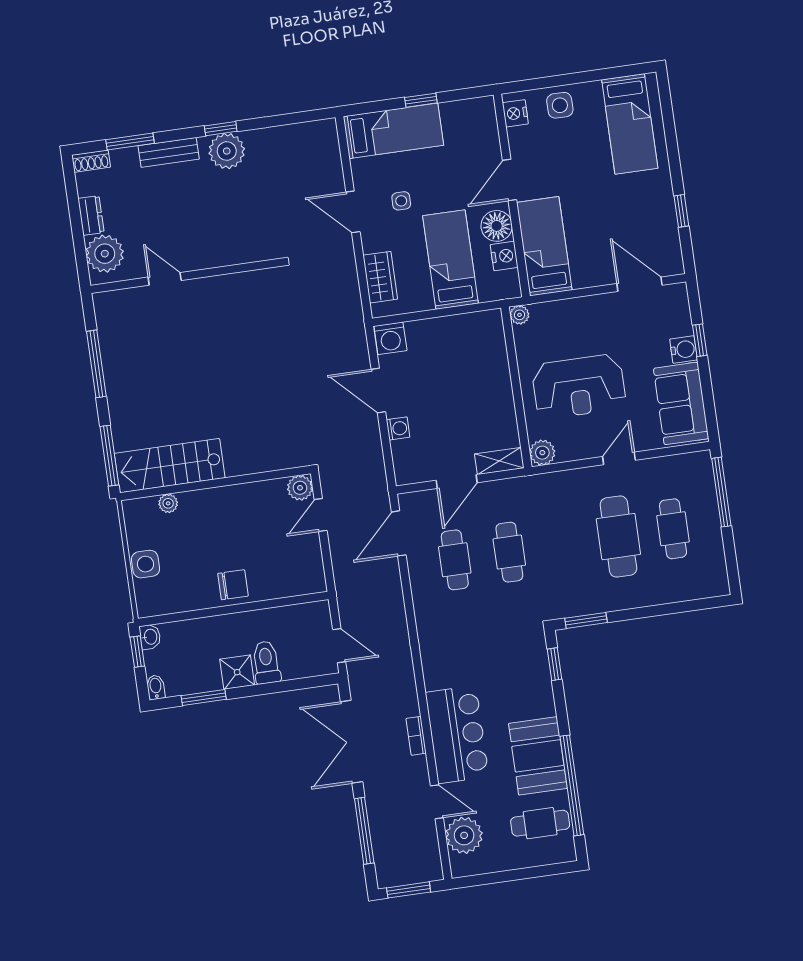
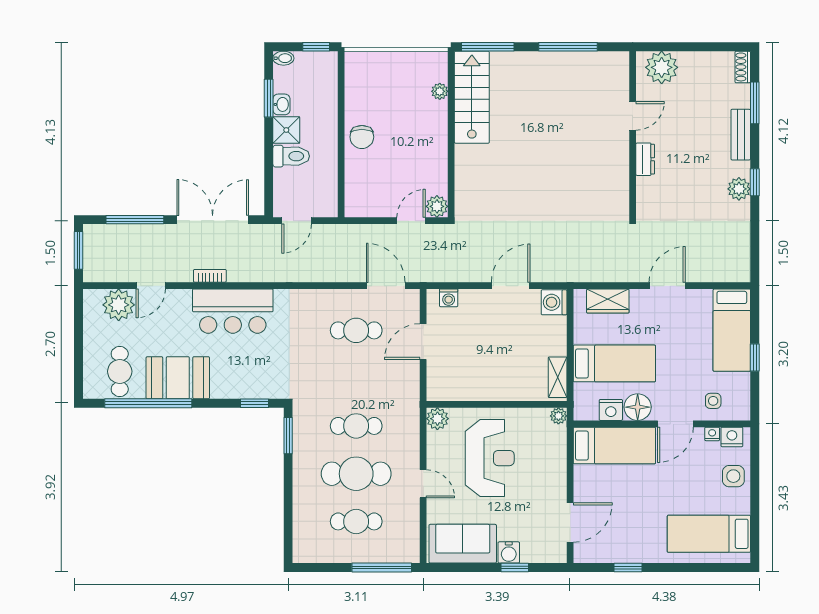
nightstand: (515, 136) -> (712, 434), added
plant: (227, 151) -> (739, 189), width x0.73, depth x0.73
door: (510, 180) -> (675, 424), swing flipped
side table: (401, 201) -> (713, 401), moved
dresser: (91, 215) -> (645, 159), moved, turned -90
reception desk: (579, 387) -> (490, 458), turned 180
washing machine: (398, 428) -> (449, 298), moved
shelving: (499, 461) -> (558, 377), moved
door: (457, 482) -> (423, 342), hinge flipped
door: (321, 515) -> (411, 221), hinge flipped
cafe table: (509, 552) -> (356, 426), moved
side table: (145, 564) -> (390, 64), removed
washbasin: (150, 637) -> (281, 104), moved, turned -90
bar counter: (457, 735) -> (233, 311), moved

